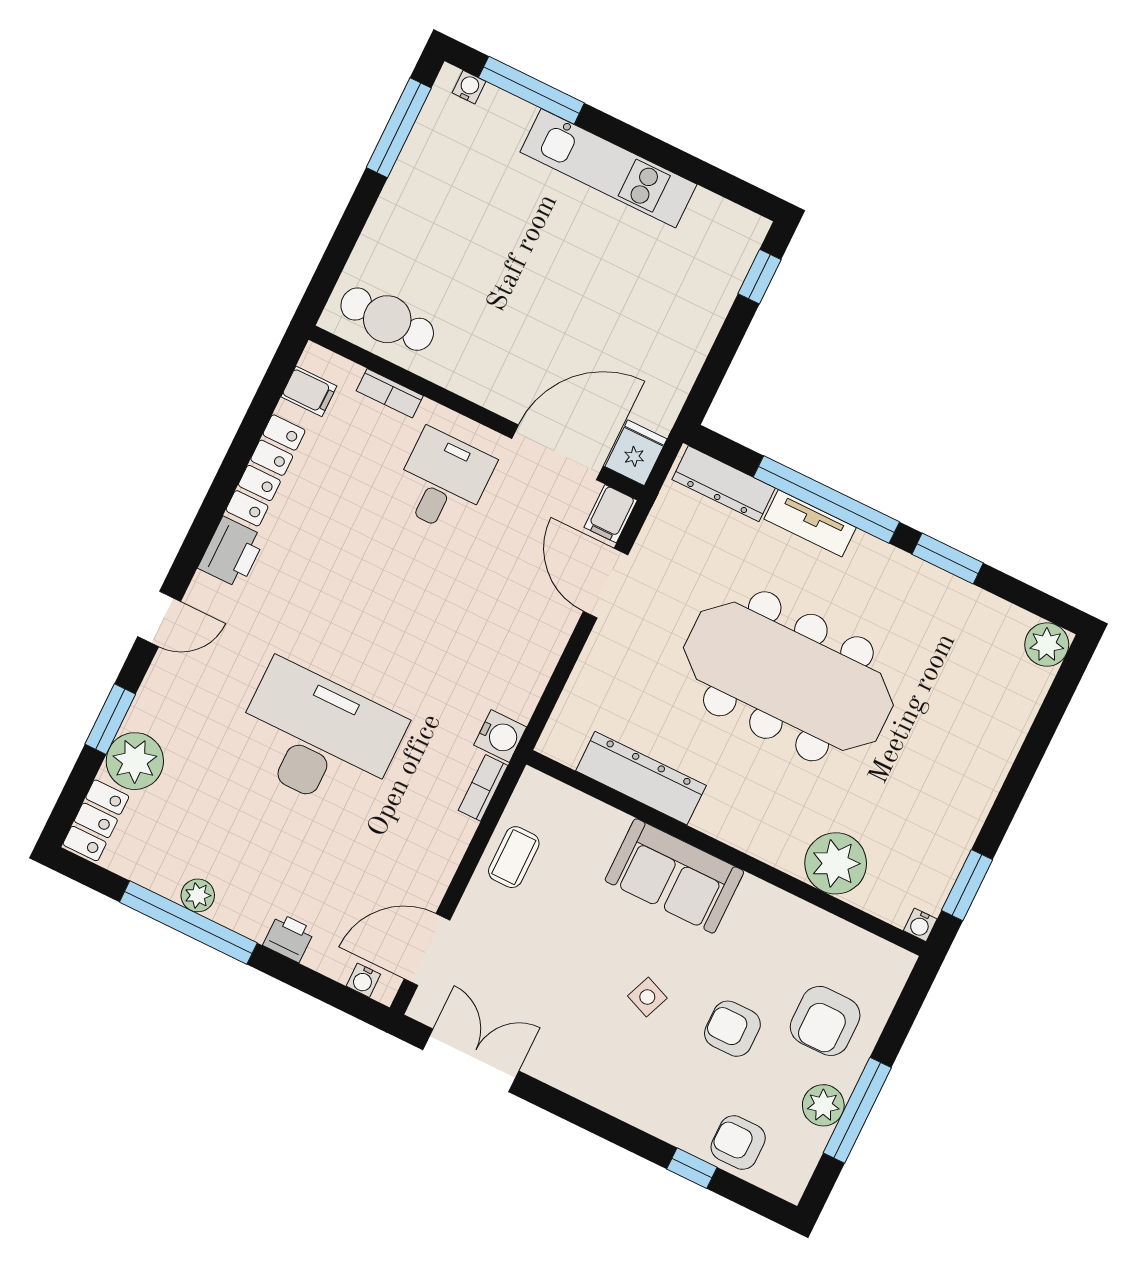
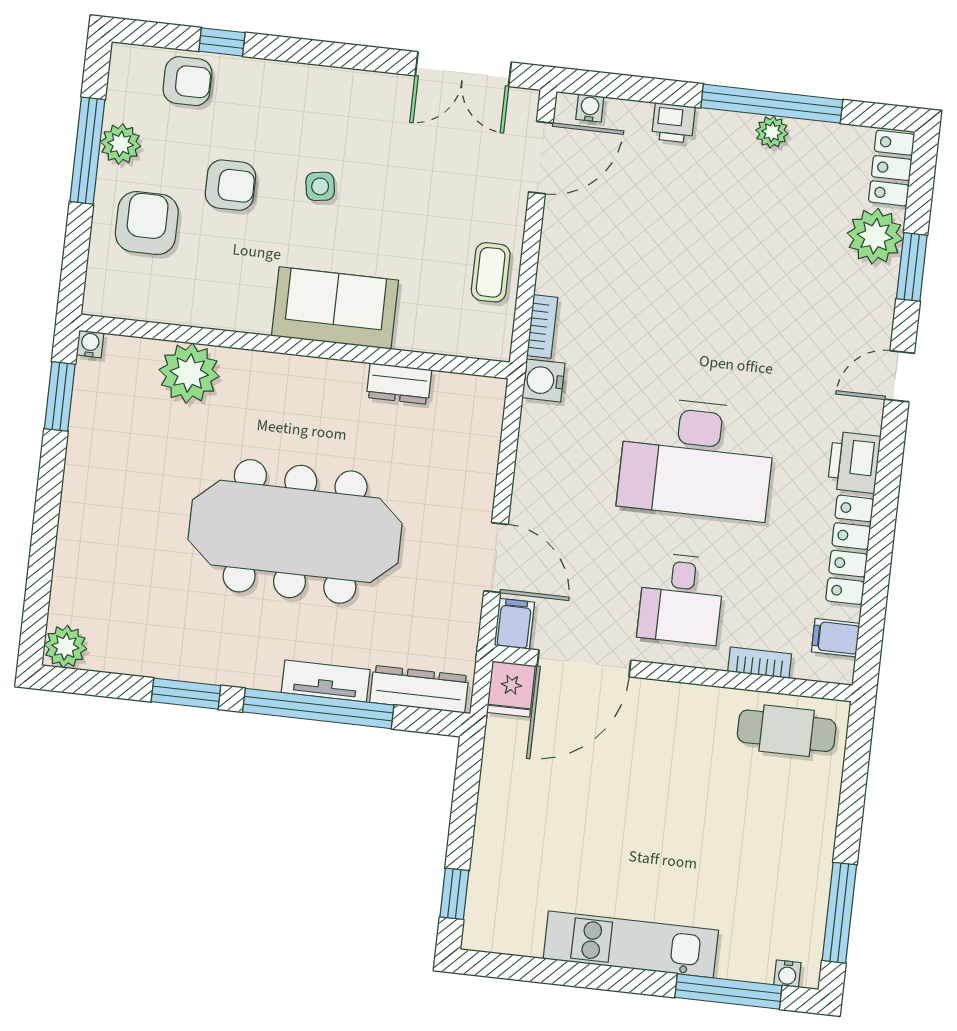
desk: (318, 738) -> (697, 458), moved
dresser: (641, 778) -> (399, 384), width x0.51, depth x0.80
side table: (647, 997) -> (320, 186), turned -30

